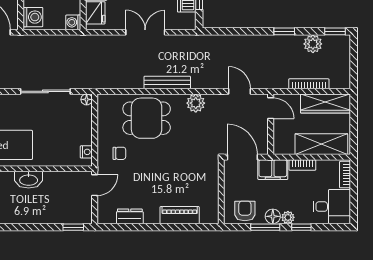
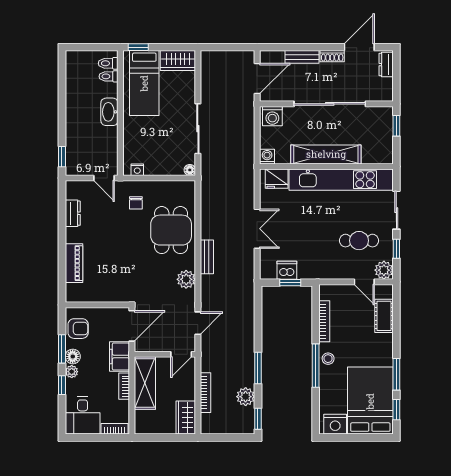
window: (284, 31) -> (258, 368), width x1.50
bench: (167, 82) -> (207, 257), width x0.73
wardrobe: (325, 104) -> (186, 418), width x0.67
shelving: (321, 144) -> (145, 383), moved

